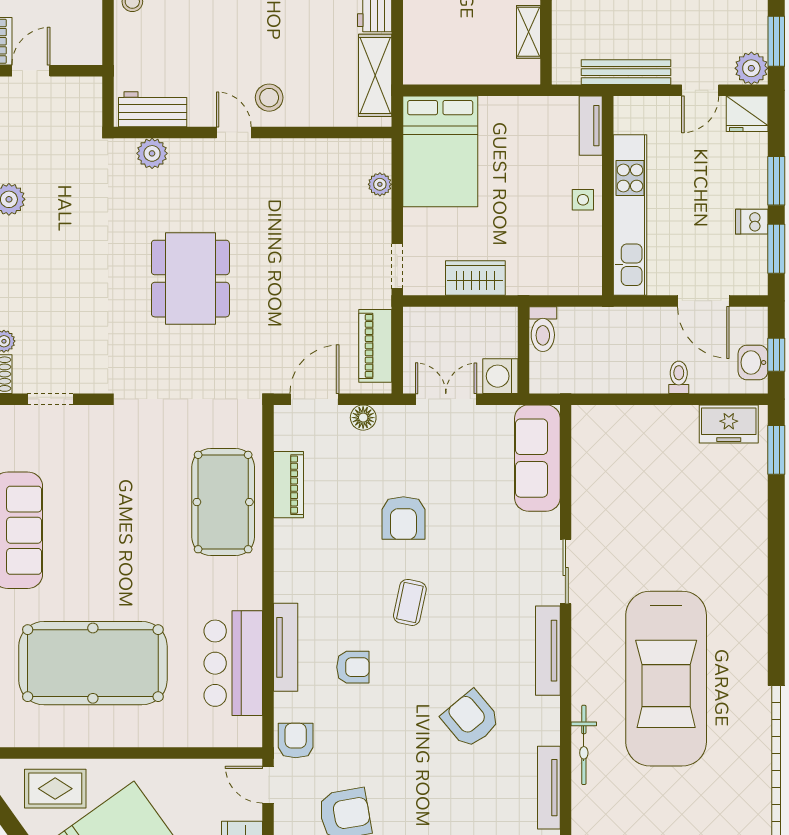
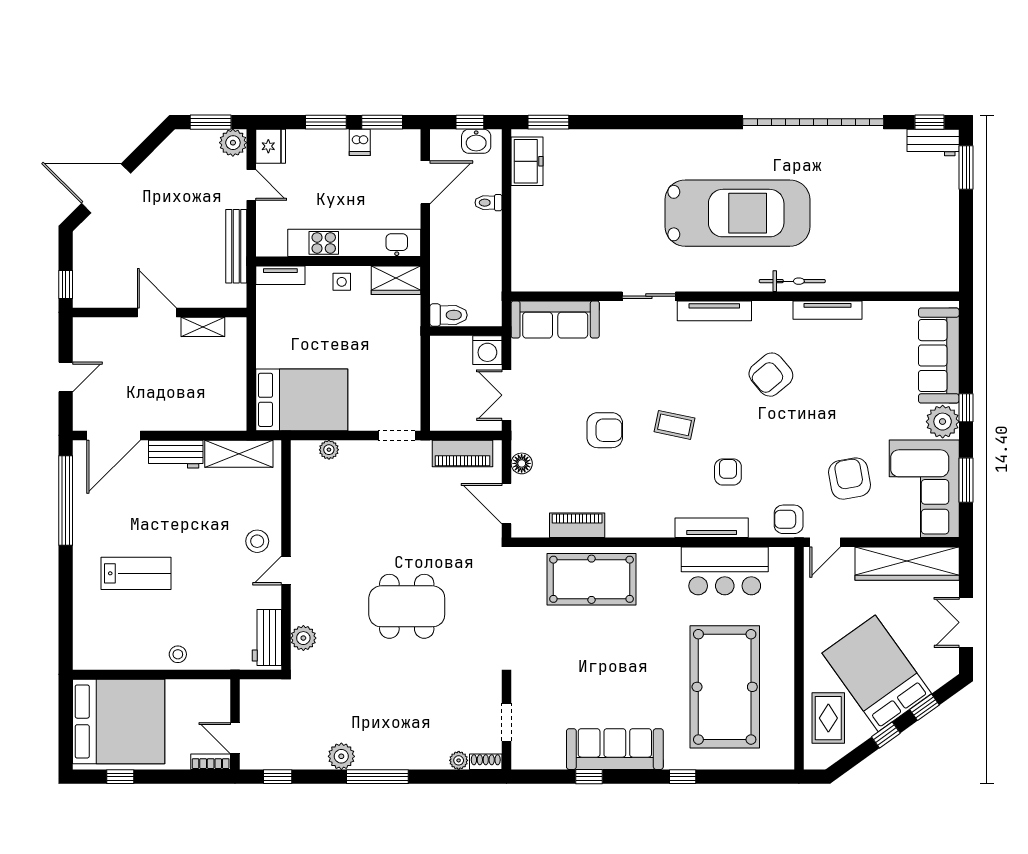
wardrobe: (475, 278) -> (396, 280), moved, turned -90

